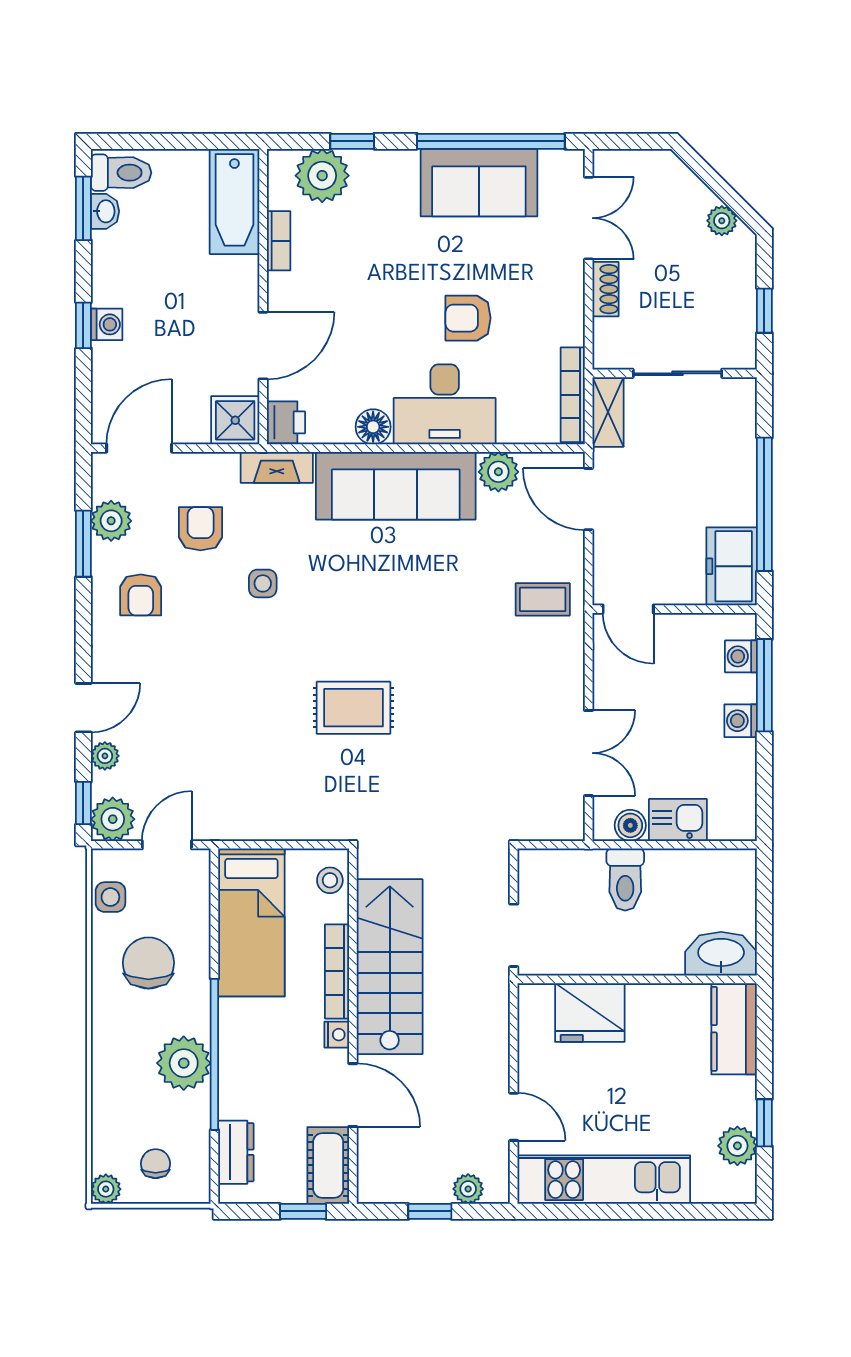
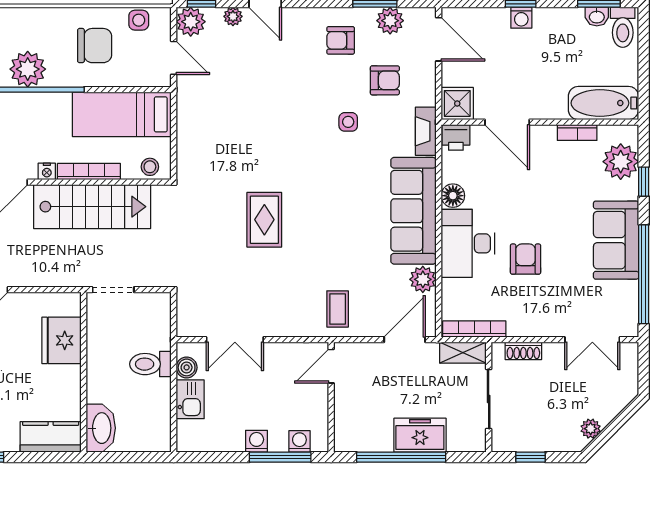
sofa: (479, 183) -> (616, 240), moved
shoe rack: (606, 289) -> (523, 351), moved
freezer: (732, 566) -> (420, 435), moved
rug: (353, 708) -> (264, 220), moved

